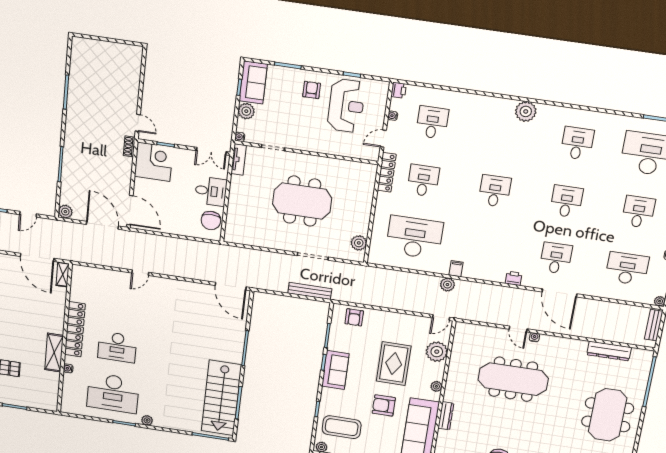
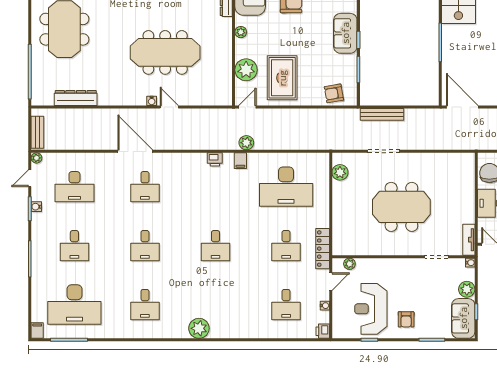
plant: (362, 153) -> (349, 264), added
printer: (514, 278) -> (215, 159), moved
armchair: (354, 317) -> (334, 93), turned -100
rug: (394, 364) -> (282, 78), moved

